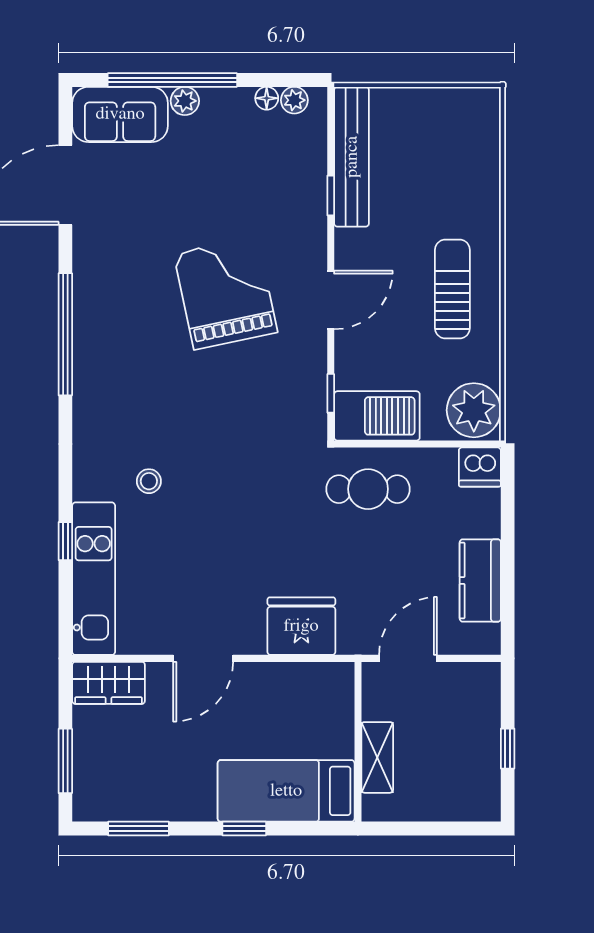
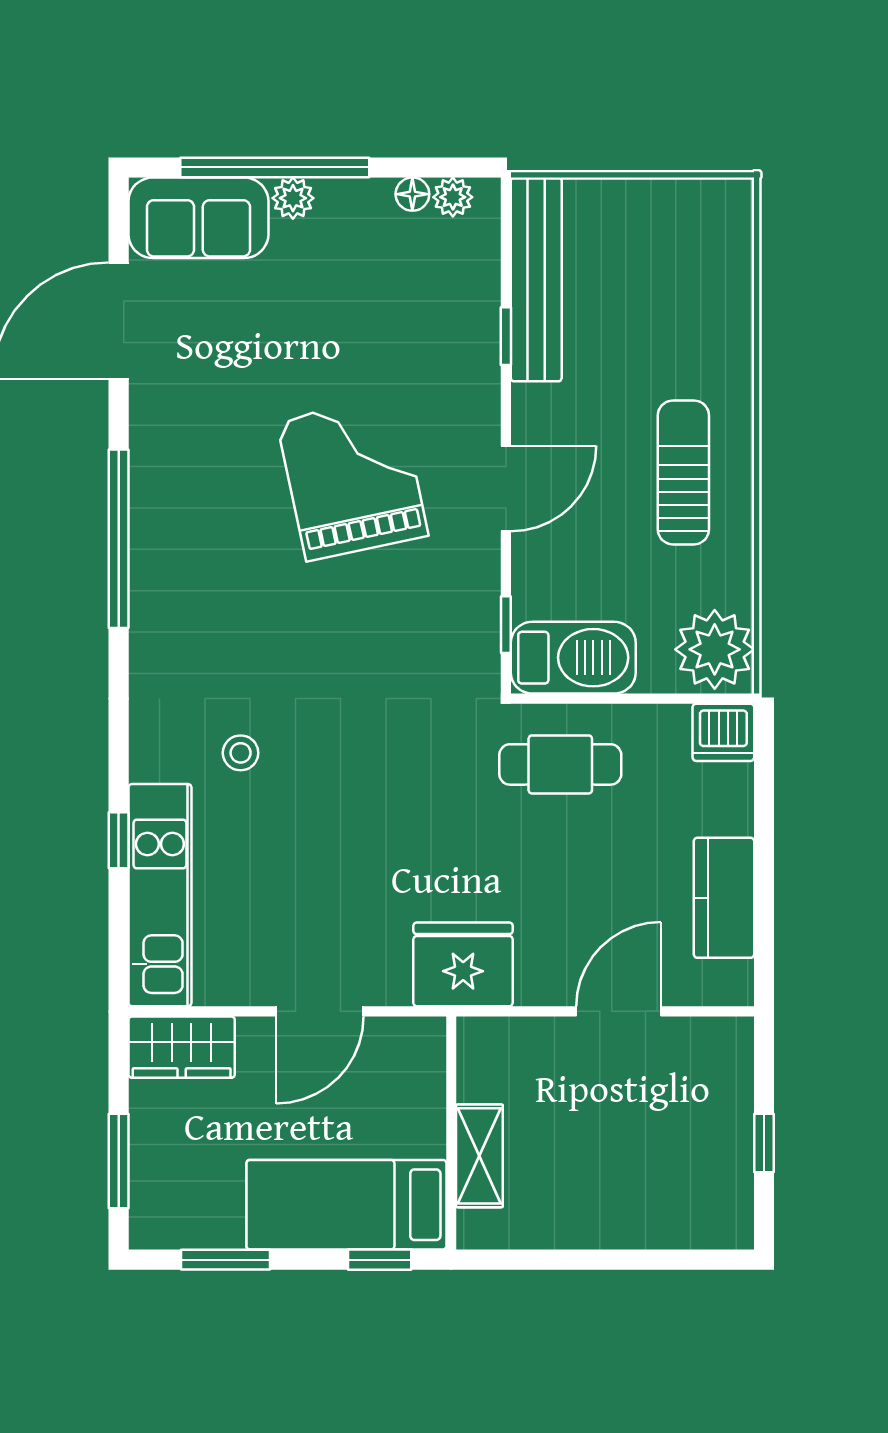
wall: (358, 742) -> (451, 1133), moved
shelving: (377, 757) -> (479, 1156), moved
bed: (286, 791) -> (346, 1205), moved

